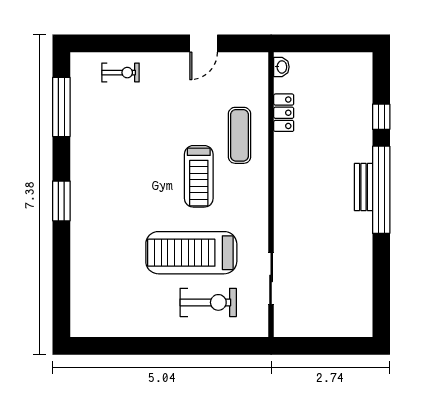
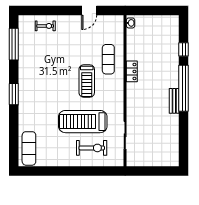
locker: (284, 113) -> (132, 71), moved
bench: (363, 187) -> (174, 101), moved
exercise mat: (90, 303) -> (29, 148), added

